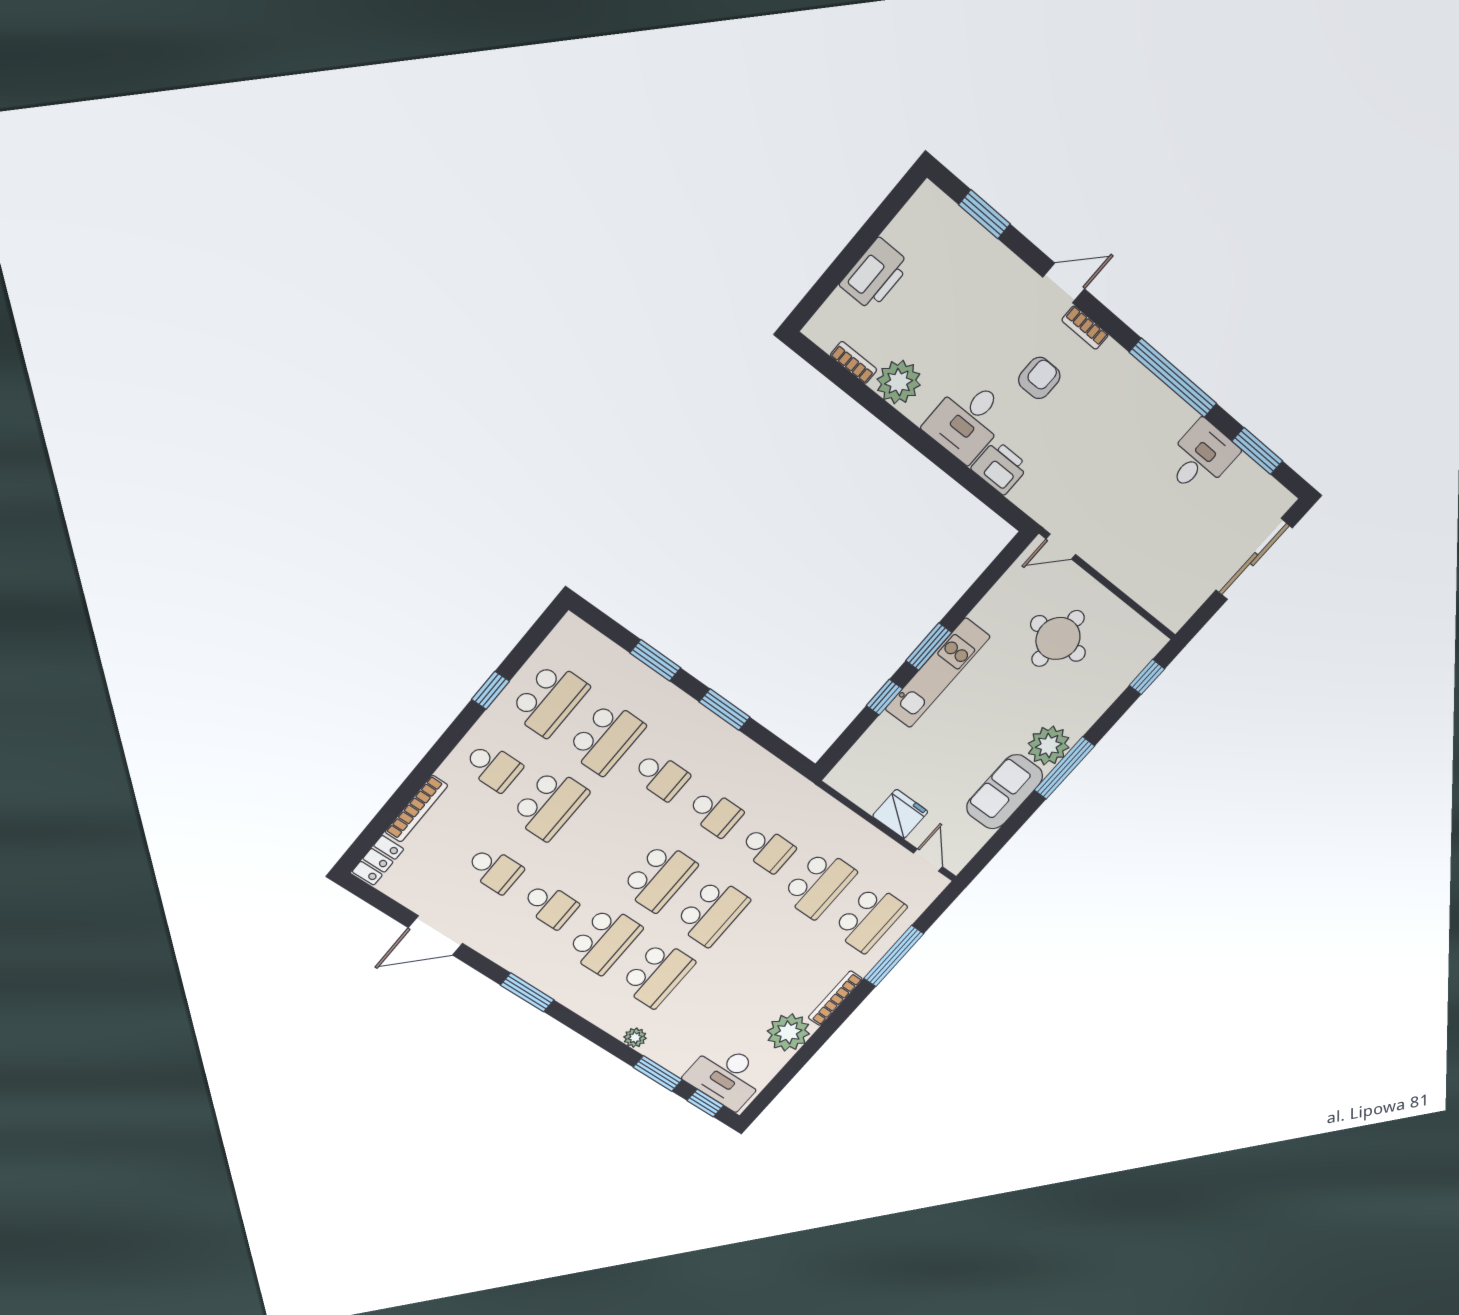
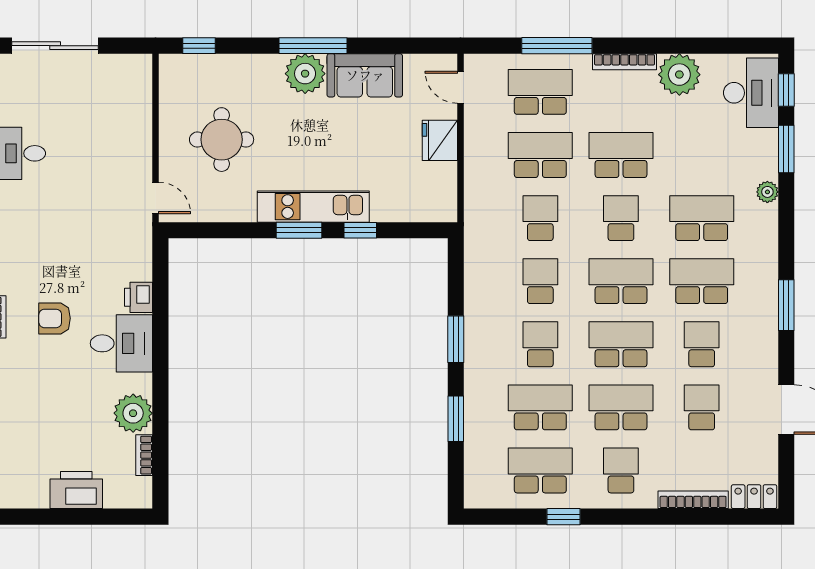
printer: (1000, 467) -> (139, 297), width x0.73, depth x0.81
school desk: (605, 841) -> (621, 344), added
door: (928, 860) -> (461, 87), hinge flipped
school desk: (712, 912) -> (621, 218), width x0.54
school desk: (763, 946) -> (621, 155), added

